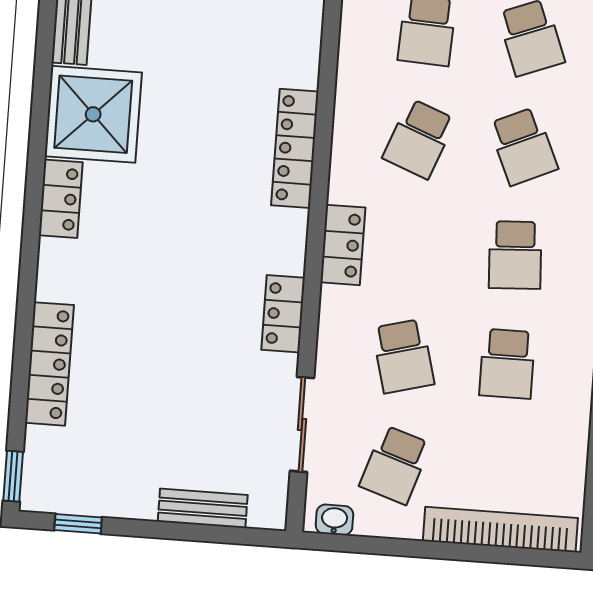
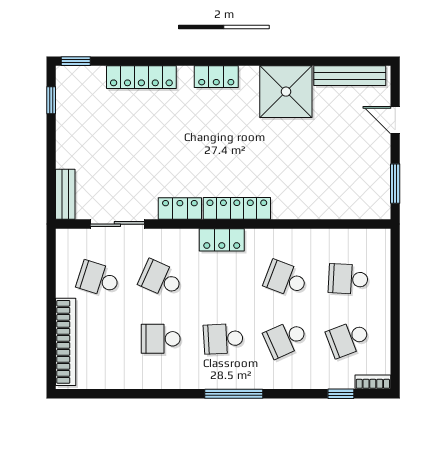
locker: (295, 148) -> (237, 208), moved
locker: (61, 199) -> (216, 77), moved
school desk: (403, 356) -> (161, 279), turned 39
bench: (203, 508) -> (65, 194), moved
washbasin: (334, 520) -> (64, 247), removed

